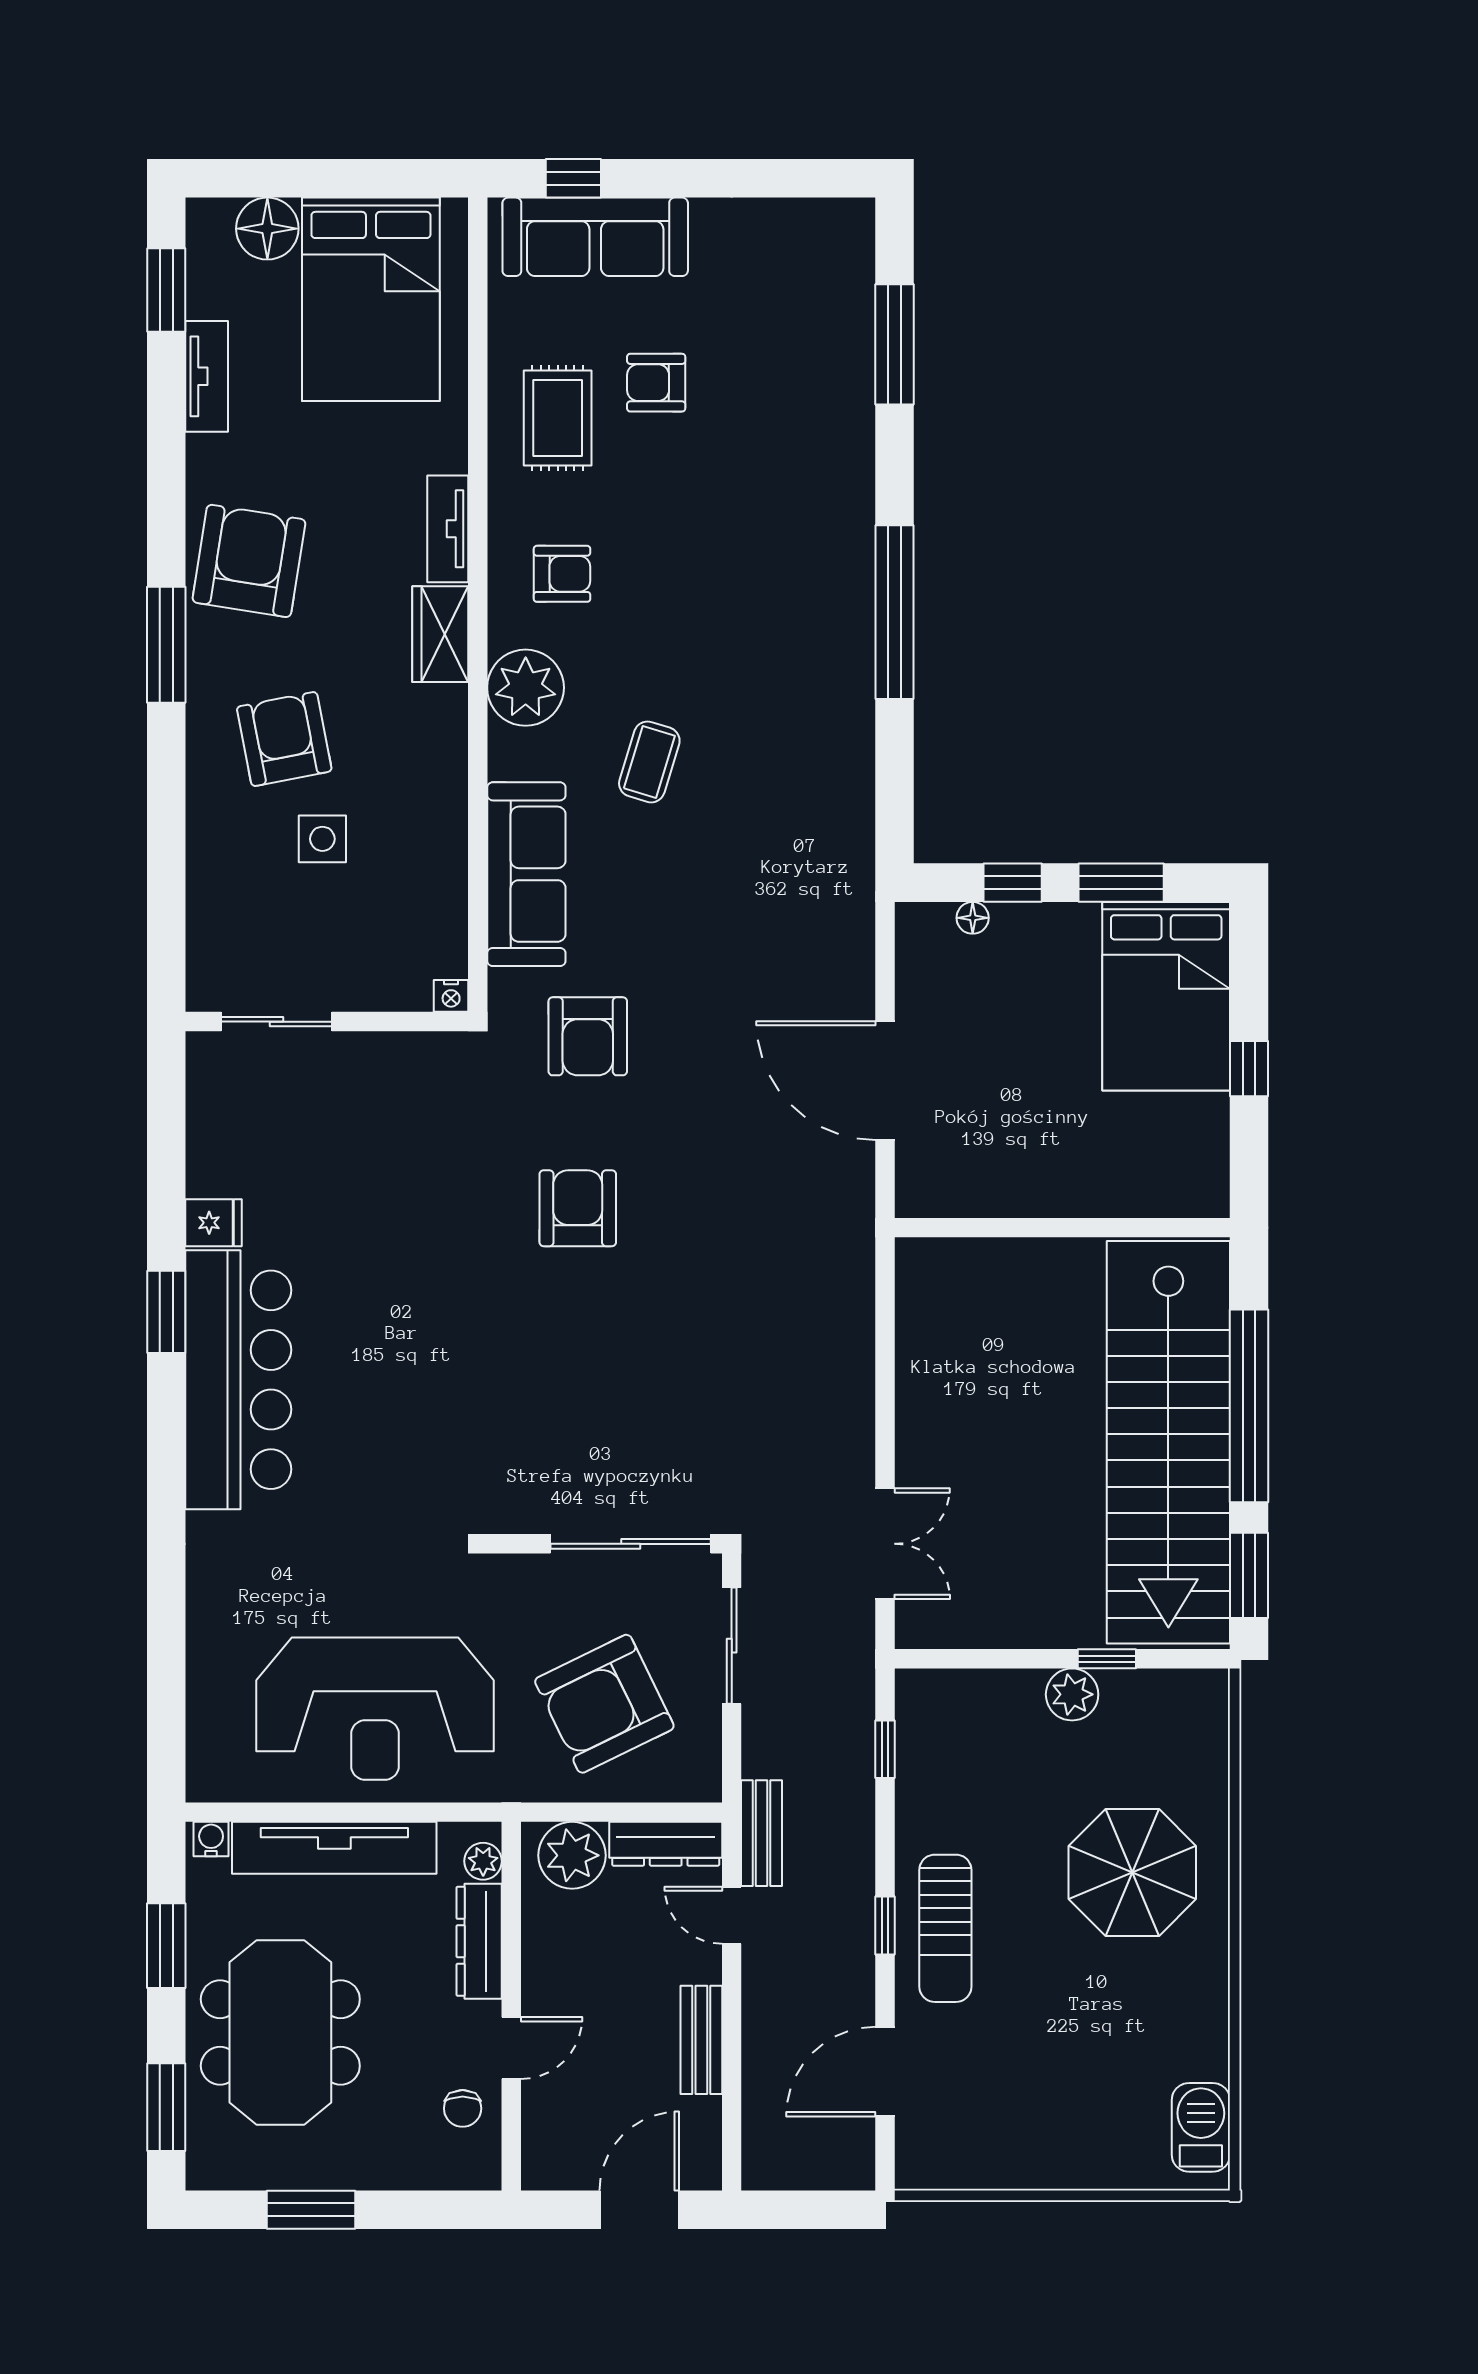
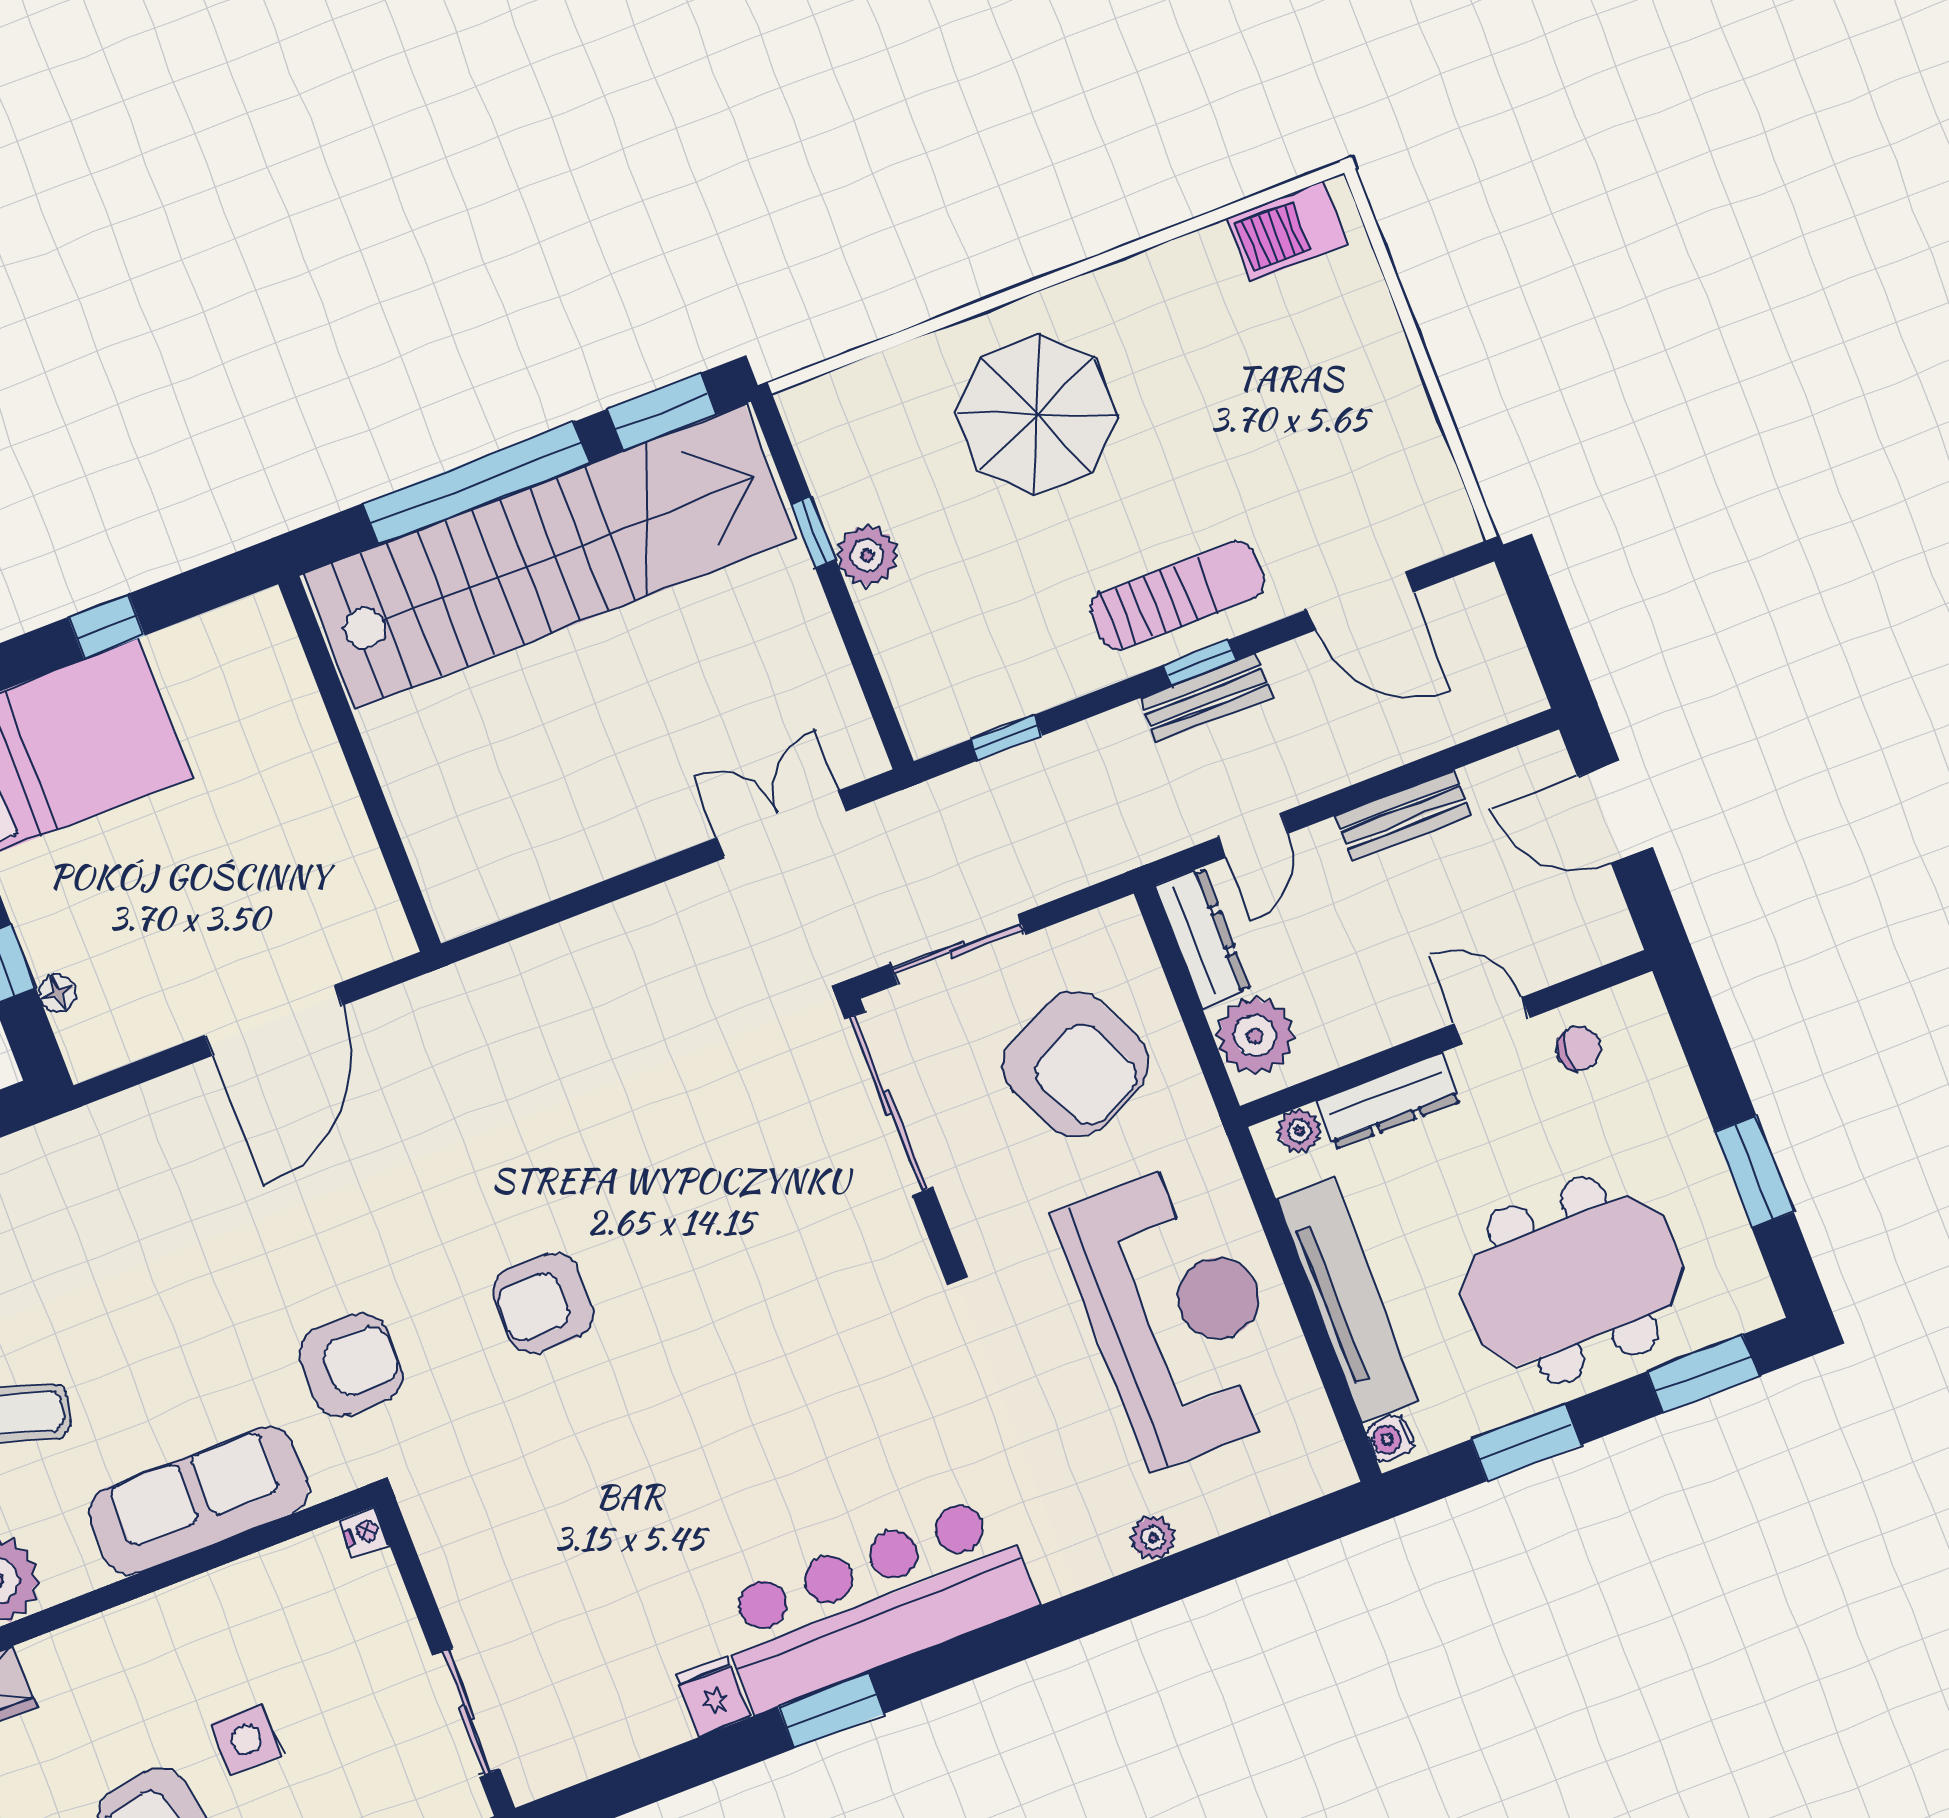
plant: (204, 1621) -> (1153, 1538), added
bench: (761, 1833) -> (1206, 698), moved

